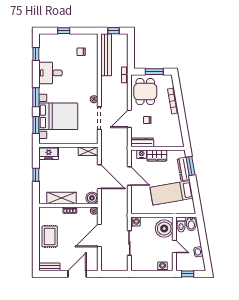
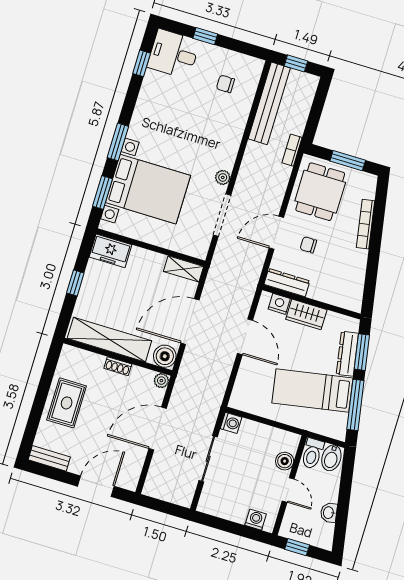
desk: (50, 73) -> (174, 54), moved
door: (99, 177) -> (190, 322), swing flipped
window: (195, 194) -> (355, 405), added
shelving: (62, 198) -> (109, 340), width x1.47
boiler: (164, 228) -> (285, 461), width x0.54, depth x0.54

